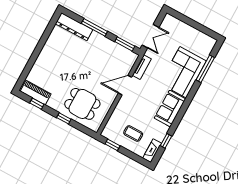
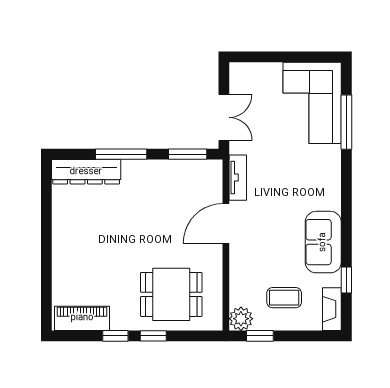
corner sofa: (183, 72) -> (312, 103), moved
window: (37, 104) -> (115, 336), moved
sofa: (170, 108) -> (323, 242), moved
plant: (108, 132) -> (241, 319), added

